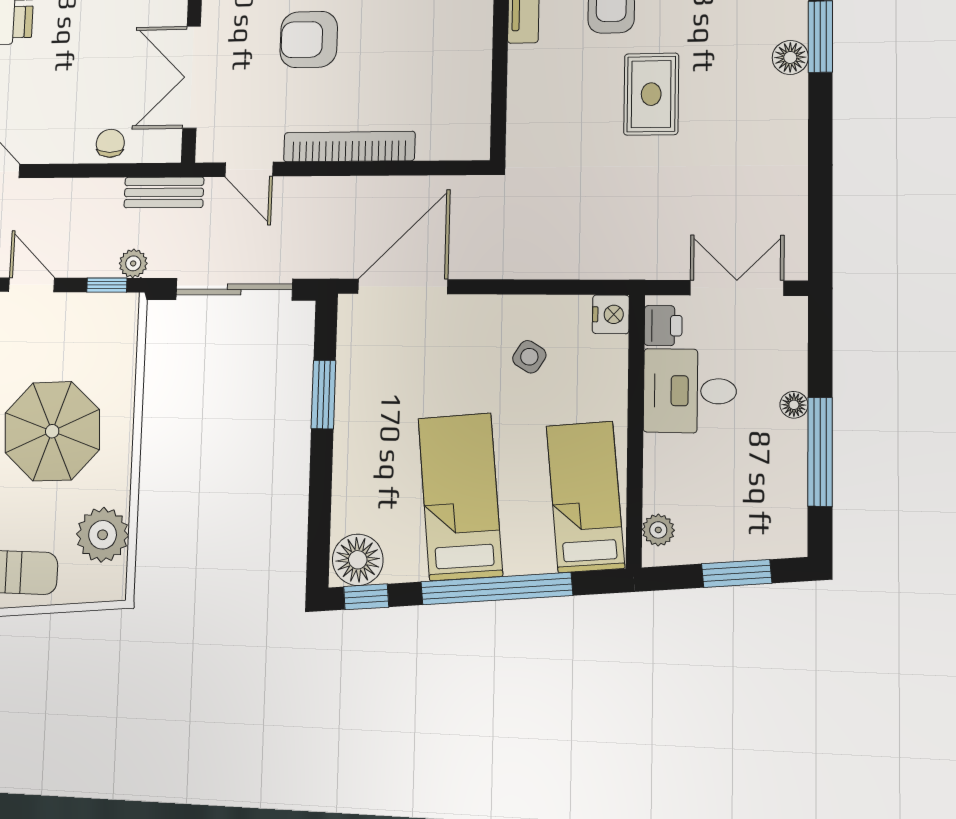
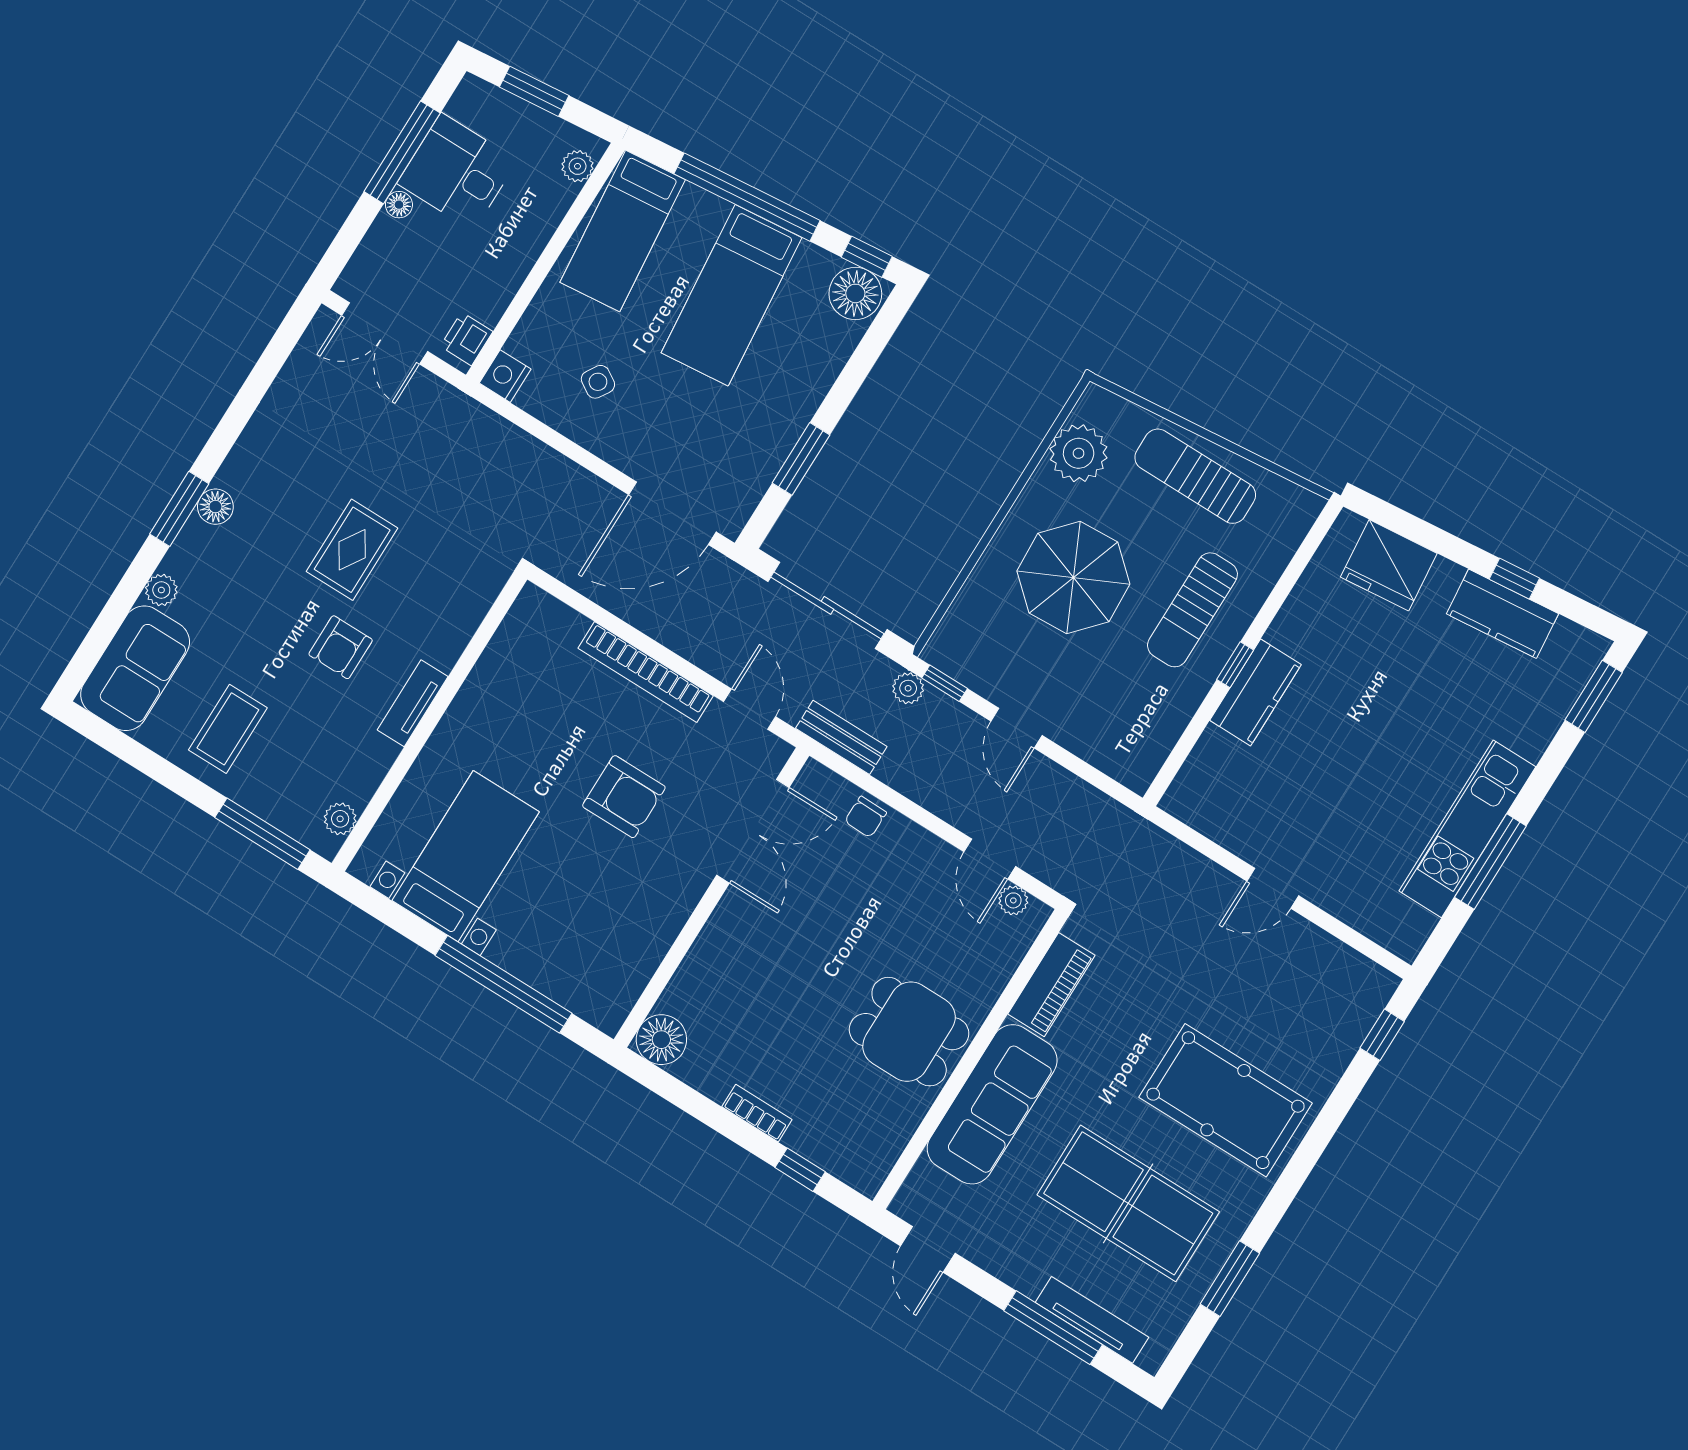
desk: (690, 391) -> (457, 172), moved, turned 180

